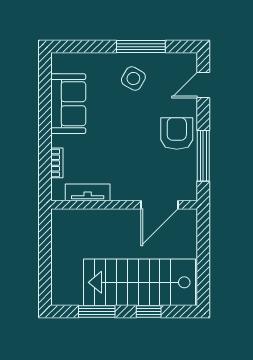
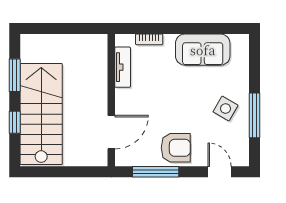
door: (159, 205) -> (111, 132), swing flipped

